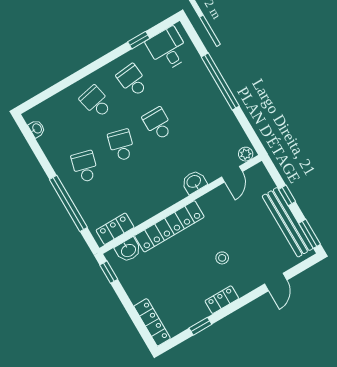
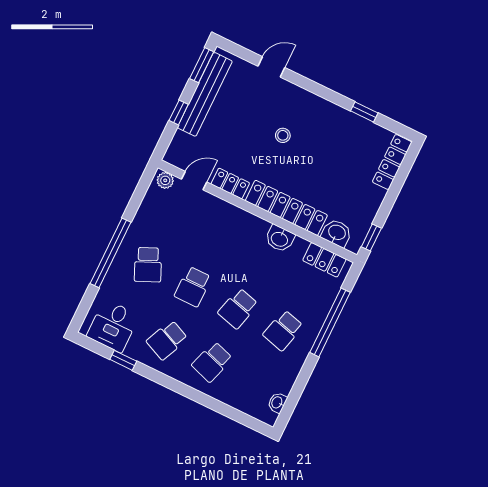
school desk: (133, 80) -> (167, 340), turned 30
school desk: (96, 102) -> (212, 362), turned 30
school desk: (194, 102) -> (148, 265), added
washbasin: (194, 182) -> (280, 239), moved
locker: (222, 300) -> (230, 184), moved, turned 180

